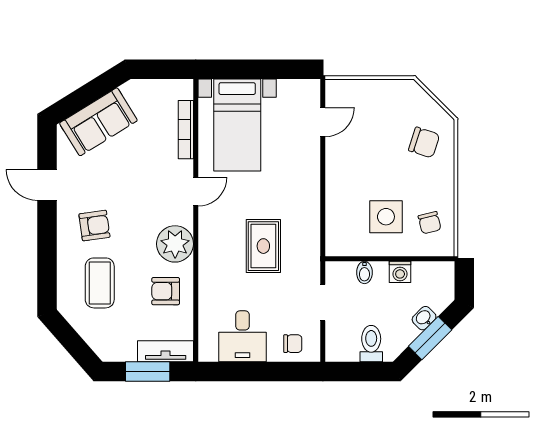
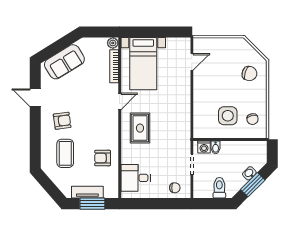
plant: (175, 244) -> (113, 43), moved, width x0.53, depth x0.53
rug: (263, 246) -> (140, 128), moved
washing machine: (400, 272) -> (204, 147), moved
desk: (242, 336) -> (136, 178), moved, turned 90
tv unit: (166, 351) -> (87, 192), moved

